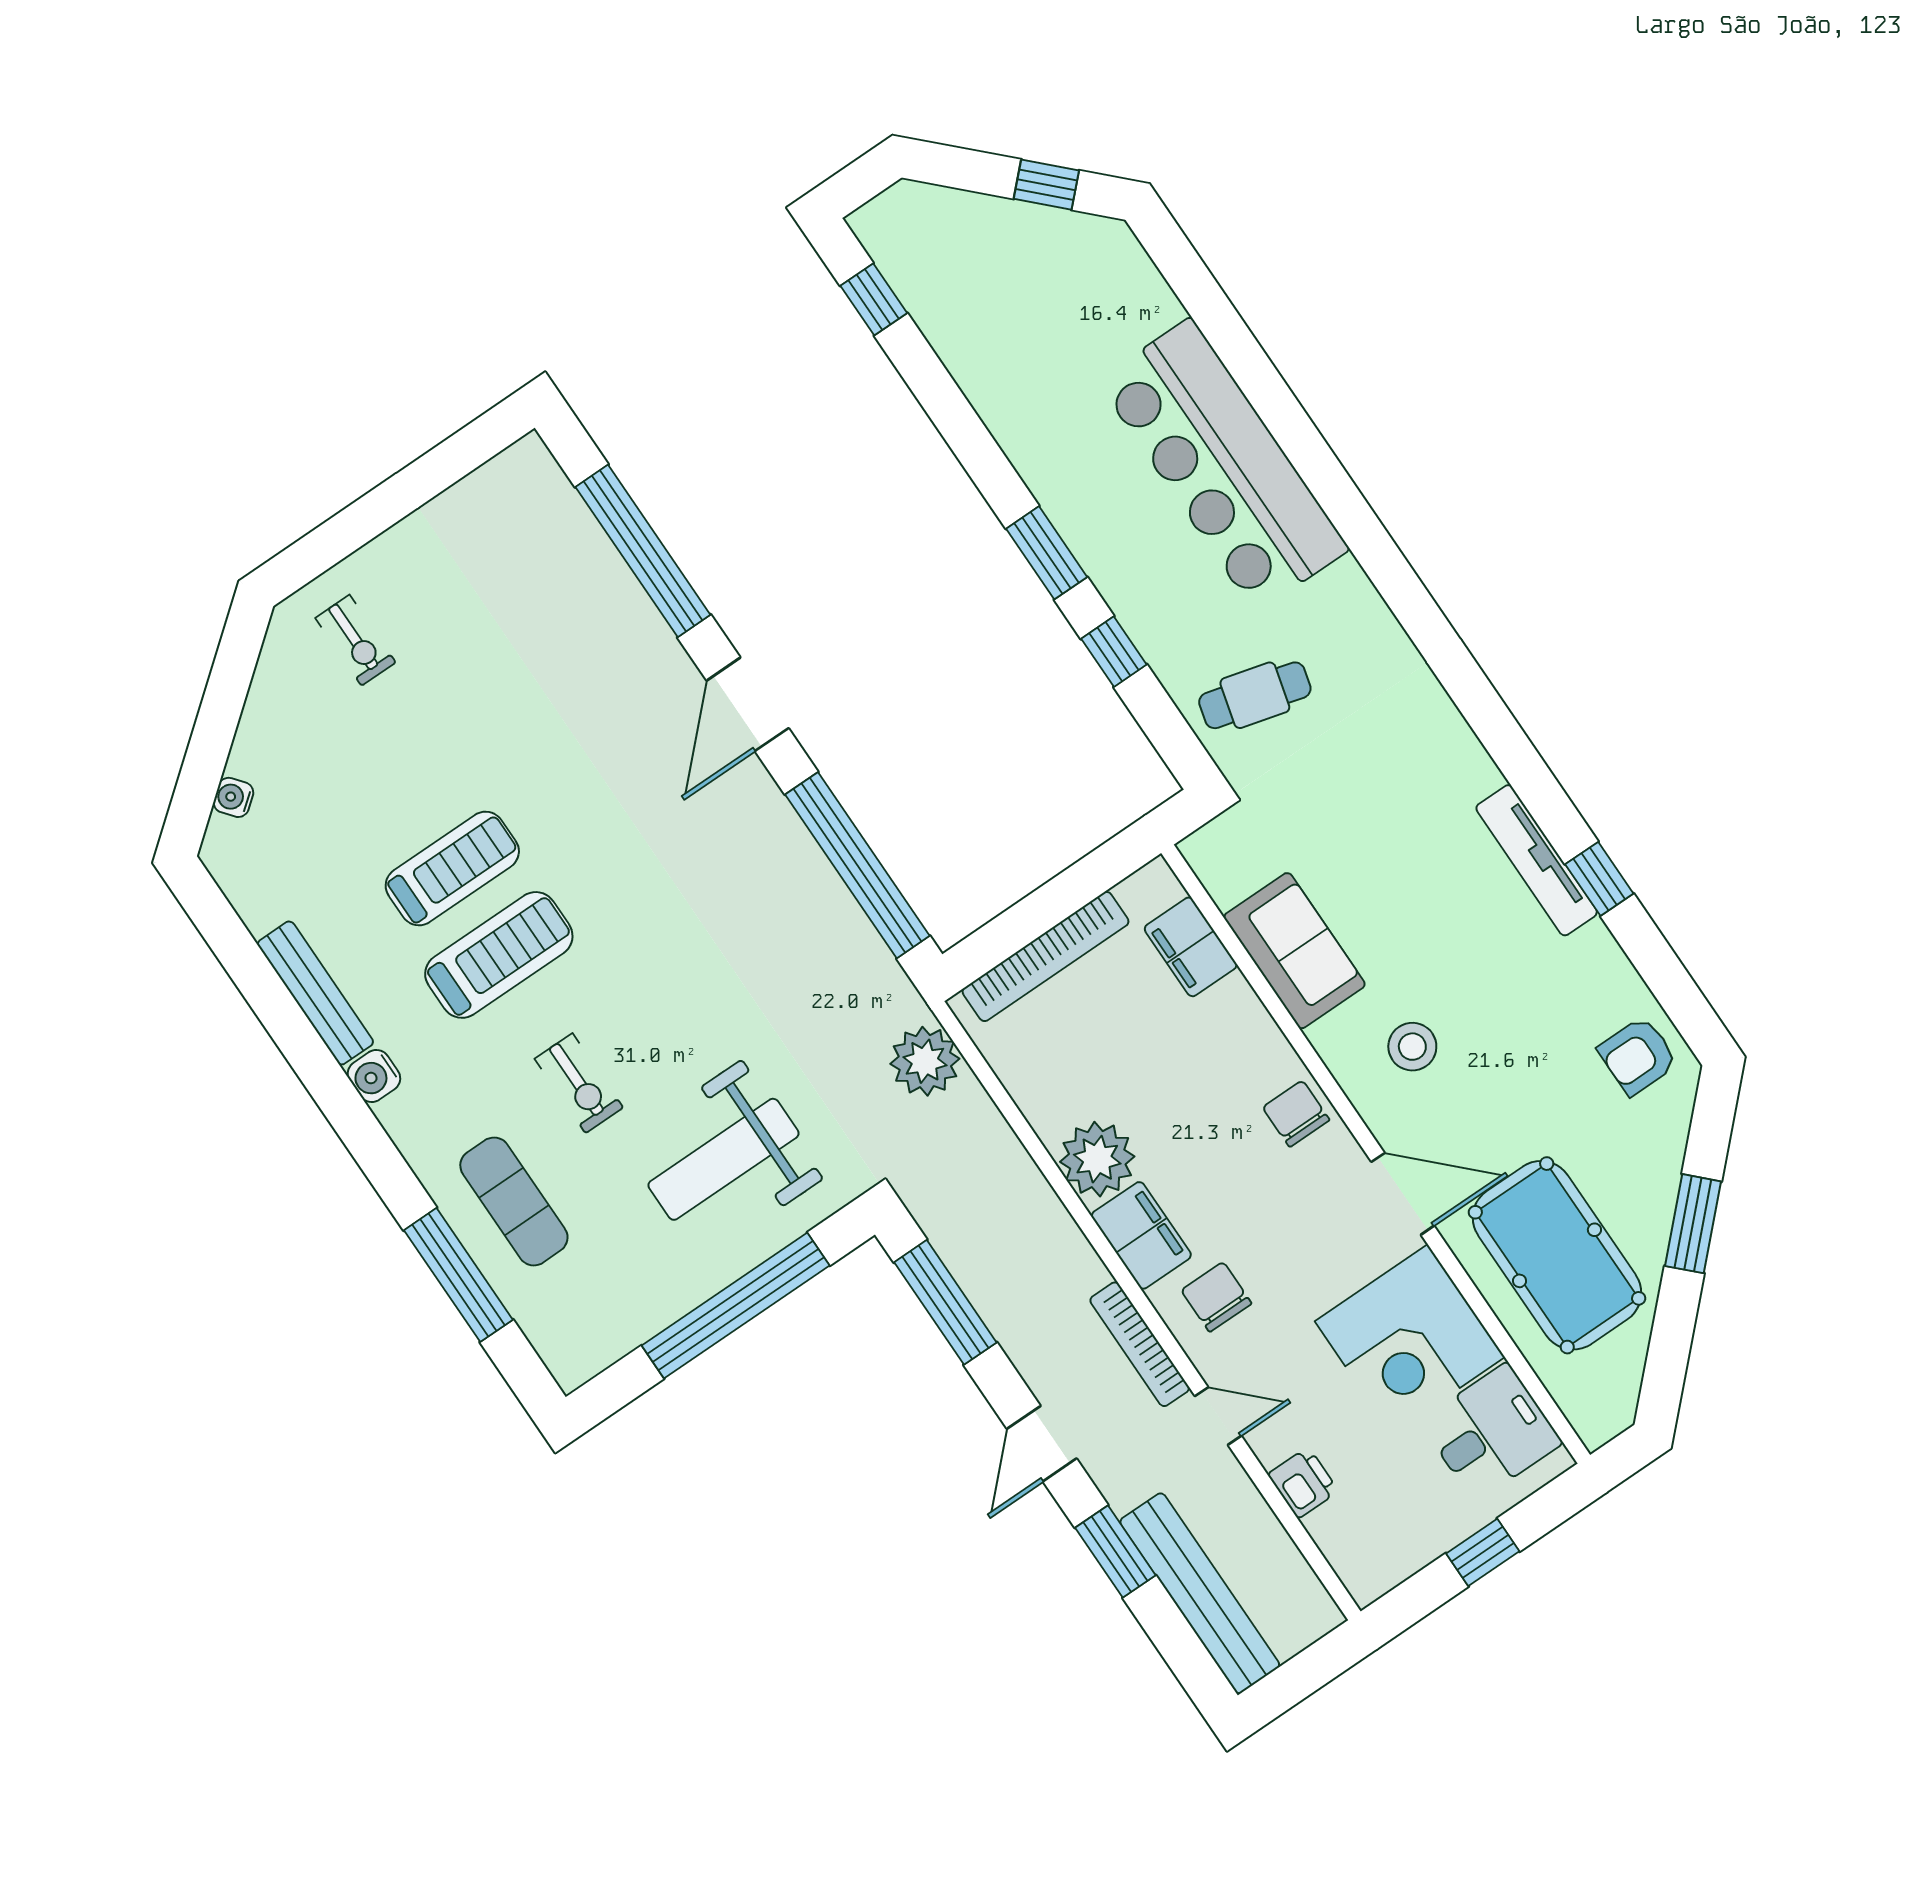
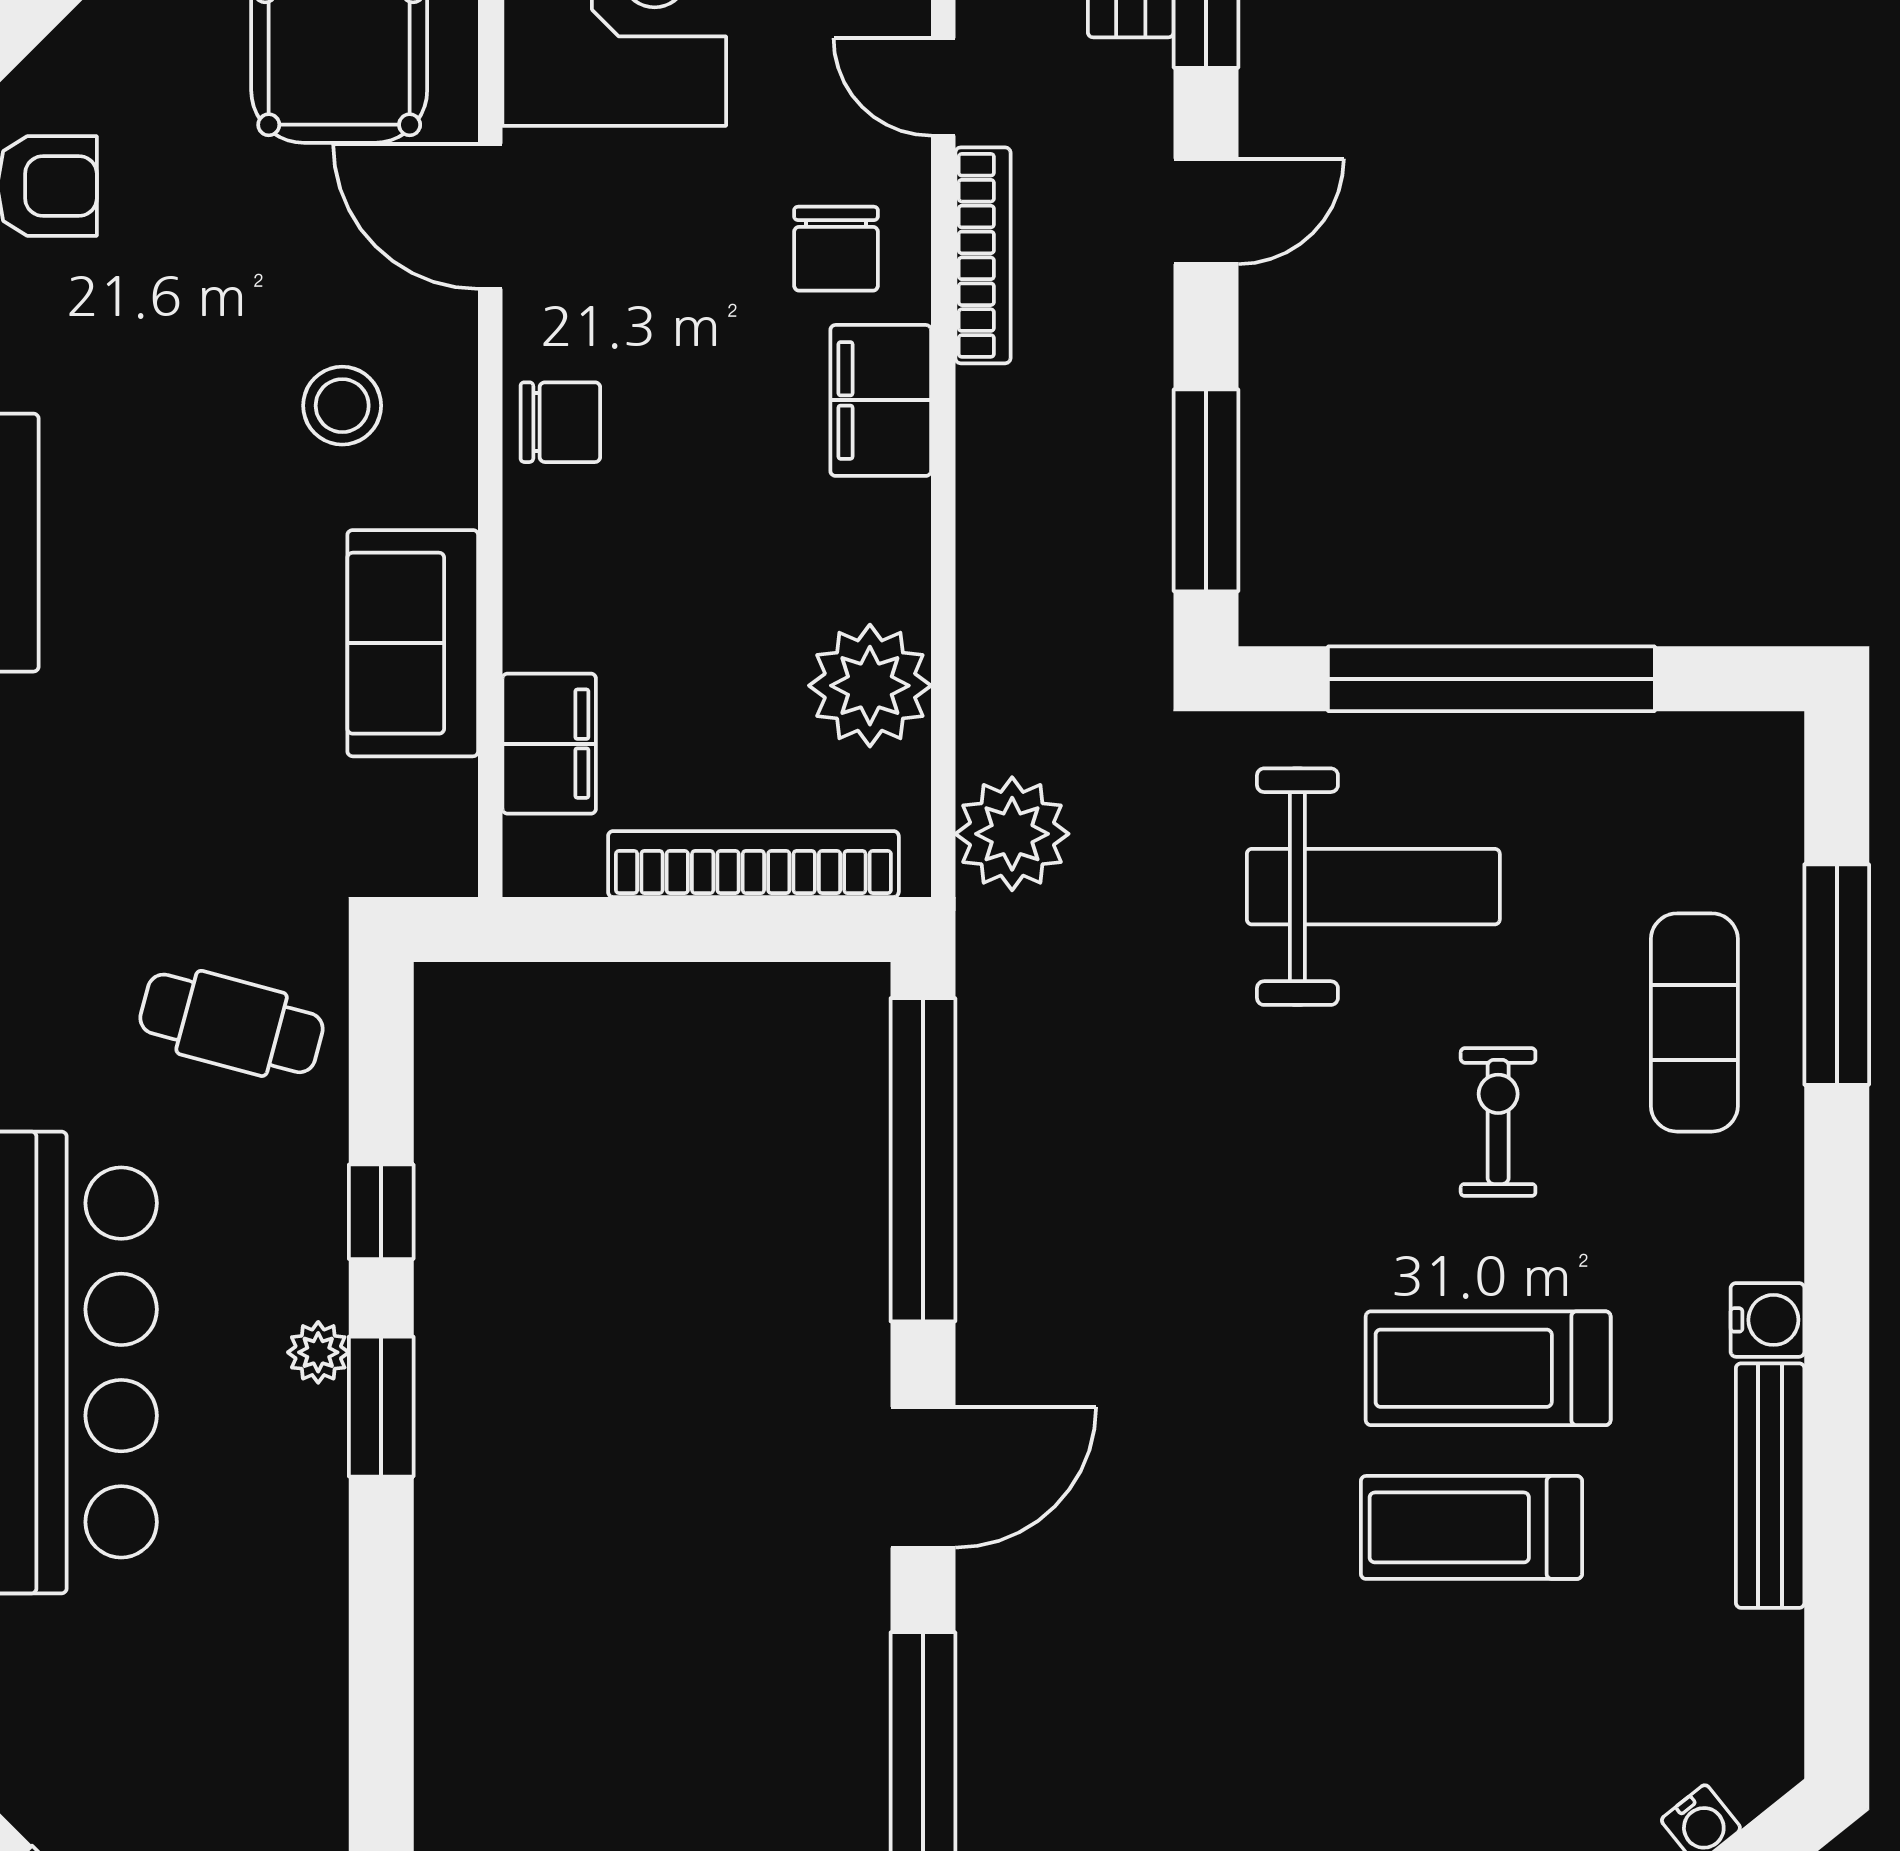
plant: (1097, 559) -> (318, 1352), added
chair: (1296, 1114) -> (560, 422), turned -90
plant: (1097, 1159) -> (870, 686), moved

